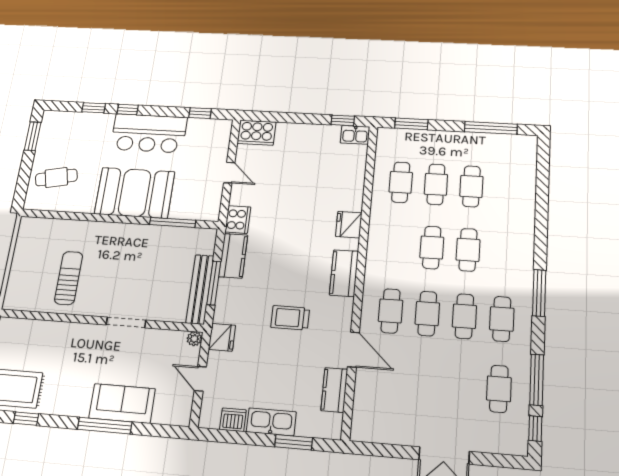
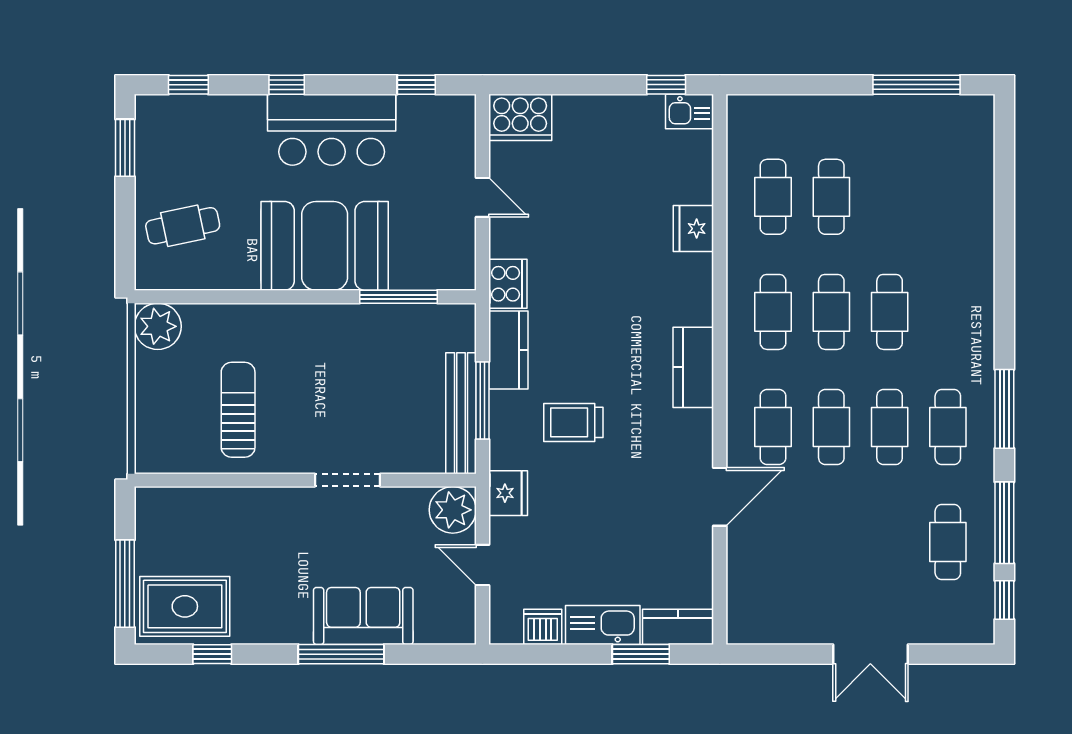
window: (94, 108) -> (188, 85), moved
window: (411, 124) -> (783, 85), removed
cafe table: (471, 186) -> (773, 312), moved
fridge: (349, 225) -> (693, 229), moved
plant: (32, 229) -> (158, 326), added
window: (539, 293) -> (1004, 409), moved
trolley: (290, 318) -> (573, 422), moved
plant: (194, 339) -> (453, 510), width x1.88, depth x1.88
door: (353, 350) -> (720, 497), hinge flipped
kitchen counter: (334, 390) -> (678, 627), moved, turned 90

